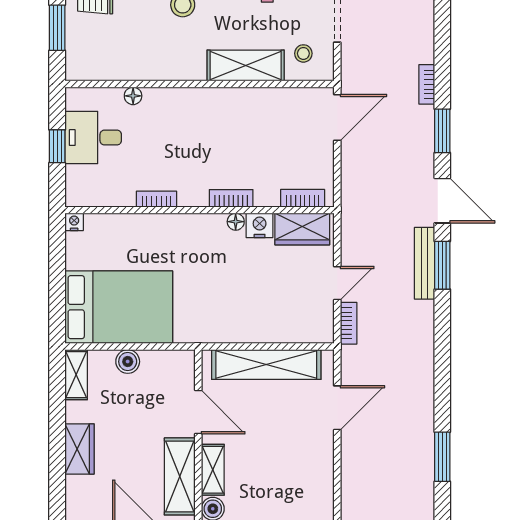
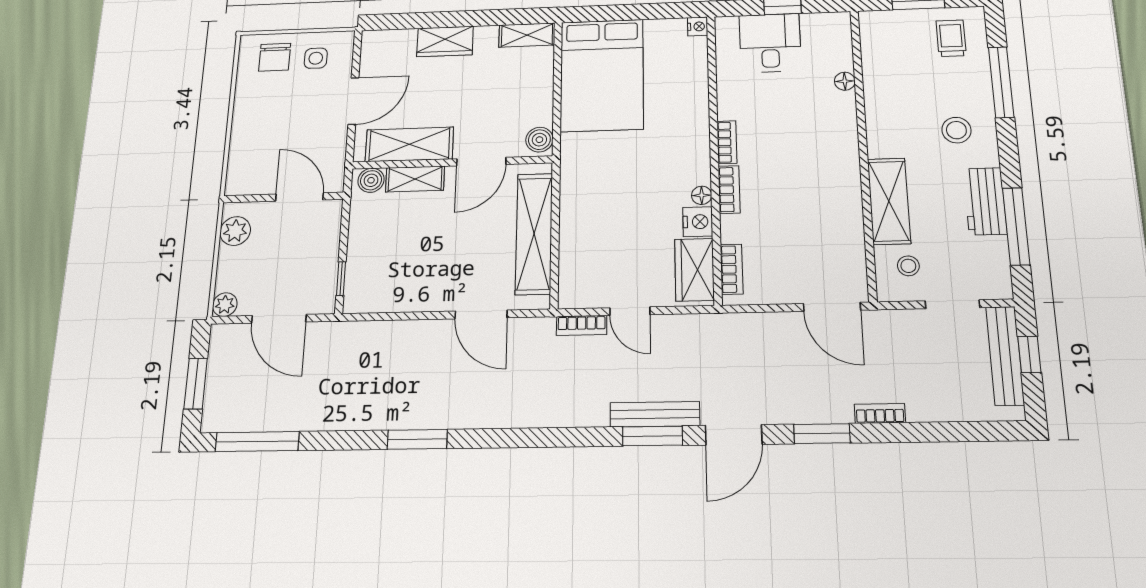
desk: (93, 138) -> (770, 43), moved
bookcase: (156, 199) -> (727, 142), moved
boiler: (128, 362) -> (539, 140), moved

